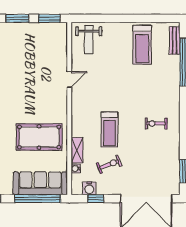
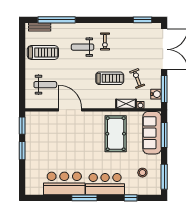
weight bench: (89, 40) -> (45, 85), moved
door: (69, 79) -> (70, 110), width x1.88
weight bench: (149, 95) -> (83, 47), added
window: (37, 199) -> (164, 135), width x0.68
window: (96, 199) -> (164, 89), width x2.17

